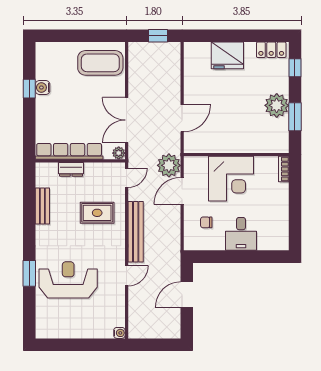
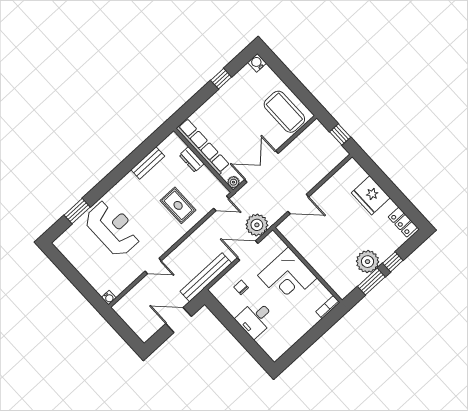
window: (295, 68) -> (393, 262), moved
water cooler: (43, 88) -> (257, 63), moved
bench: (136, 232) -> (206, 277), moved
window: (29, 273) -> (77, 211), moved

